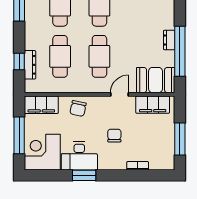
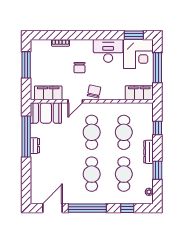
dresser: (30, 65) -> (148, 152), moved
chair: (78, 108) -> (94, 91), moved
window: (84, 175) -> (134, 35), moved

